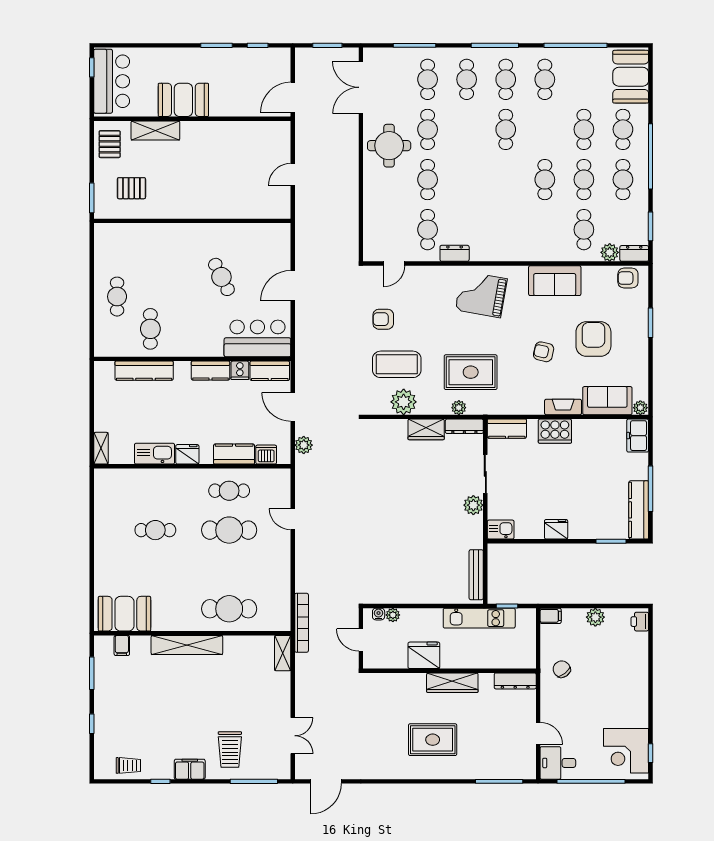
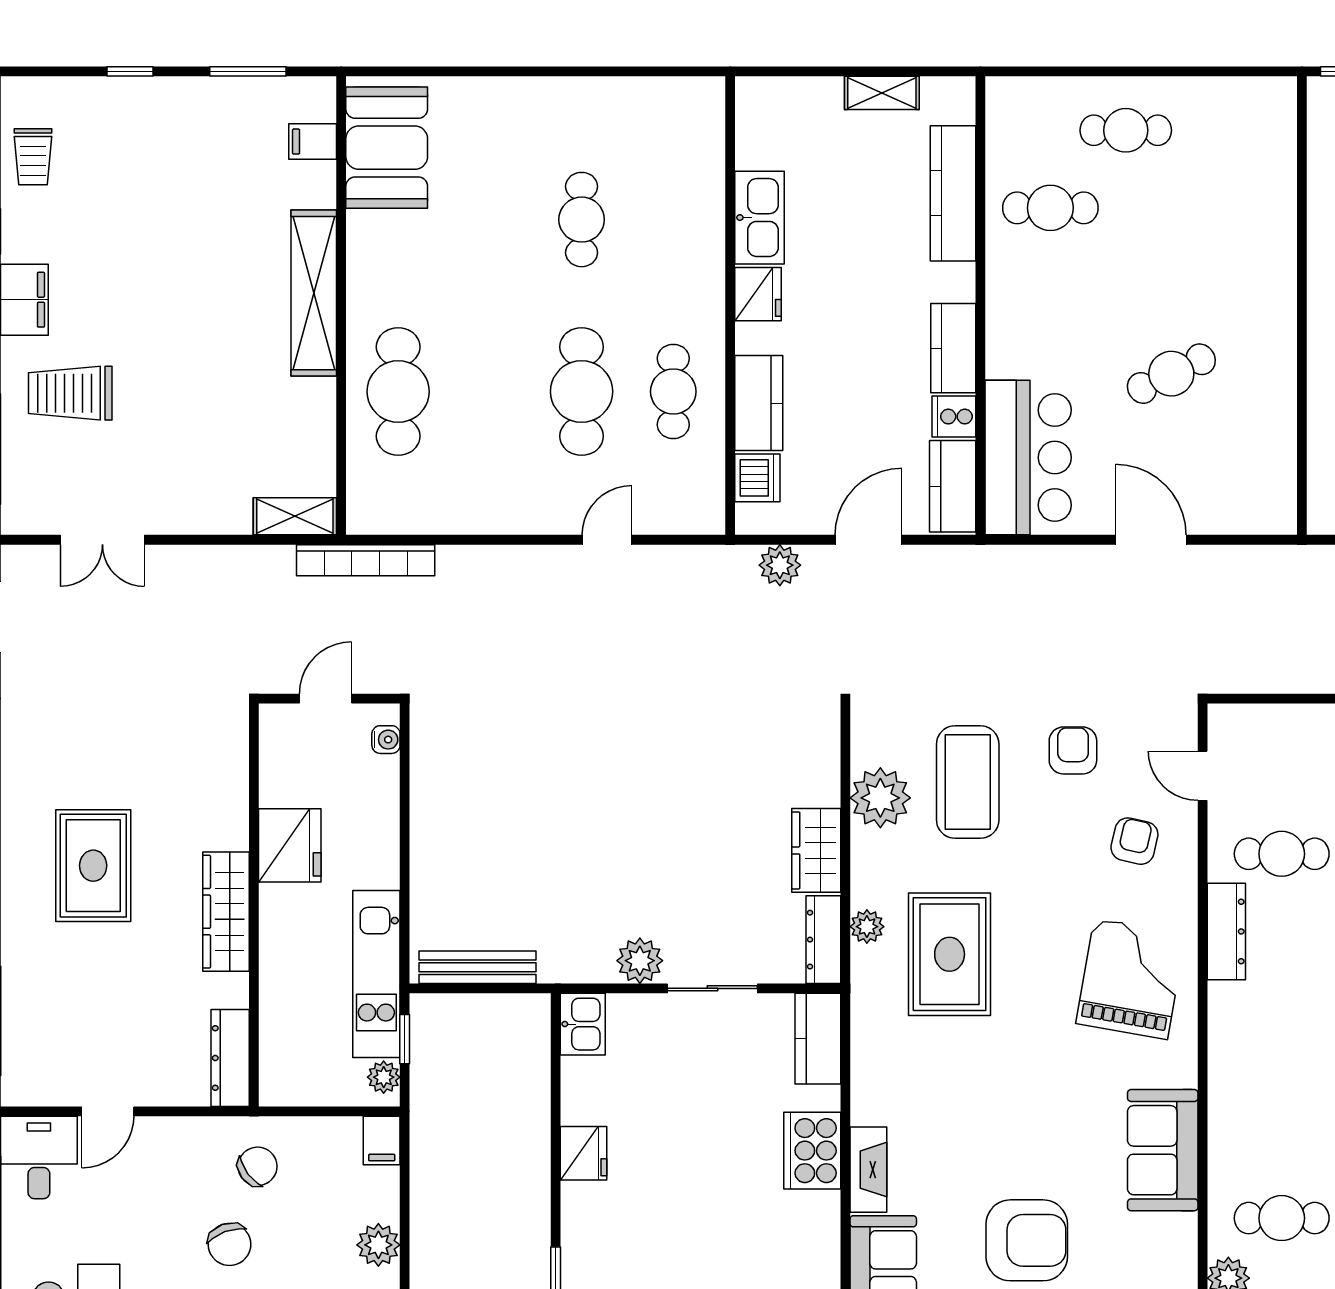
dresser: (455, 253) -> (1226, 931), width x1.44
armchair: (544, 352) -> (1134, 841), moved
shelving: (101, 448) -> (882, 93), moved
plant: (393, 615) -> (384, 1077), moved
chair: (595, 681) -> (229, 1244), added

